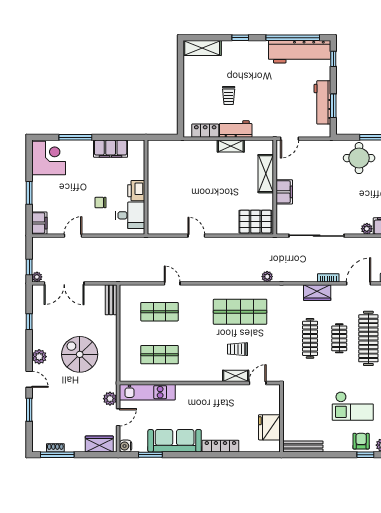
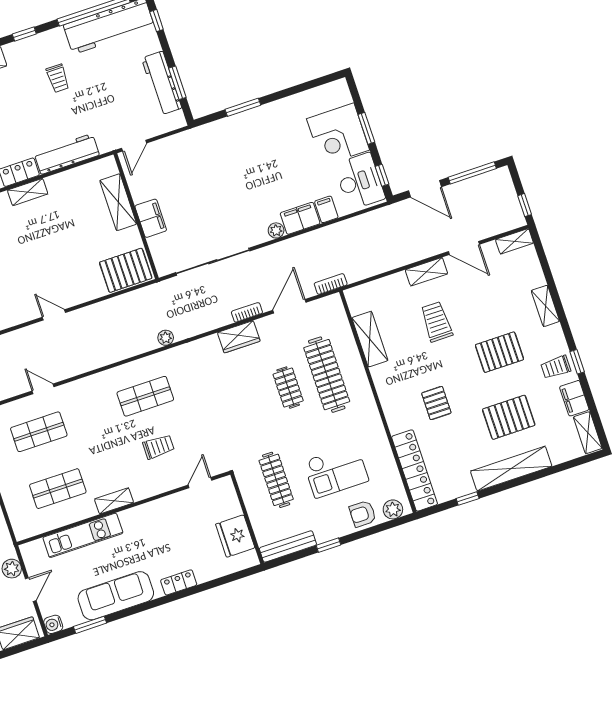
trolley: (229, 95) -> (58, 78), moved
workbench: (236, 129) -> (67, 154), width x1.38
shelving: (231, 146) -> (28, 192), moved
round table: (359, 158) -> (235, 140), removed
shop shelf: (240, 312) -> (145, 396), width x0.70, depth x0.74
clothes rail: (310, 338) -> (276, 480), moved
trolley: (237, 349) -> (158, 447), turned 180
shelving: (236, 376) -> (114, 501), moved
kitchen unit: (147, 392) -> (83, 535), moved
armchair: (361, 441) -> (363, 514), turned -90
locker: (220, 446) -> (179, 582), width x0.66
window: (365, 455) -> (329, 545), moved

